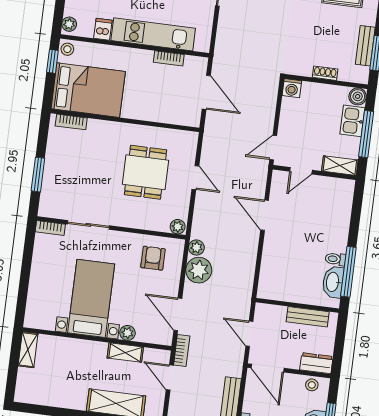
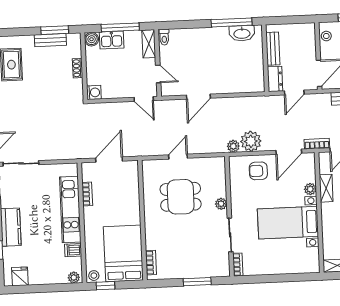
plant: (178, 227) -> (221, 204), moved
armchair: (153, 258) -> (258, 171), moved
toilet: (335, 259) -> (164, 37), moved
dresser: (316, 363) -> (275, 79), moved, turned 180

